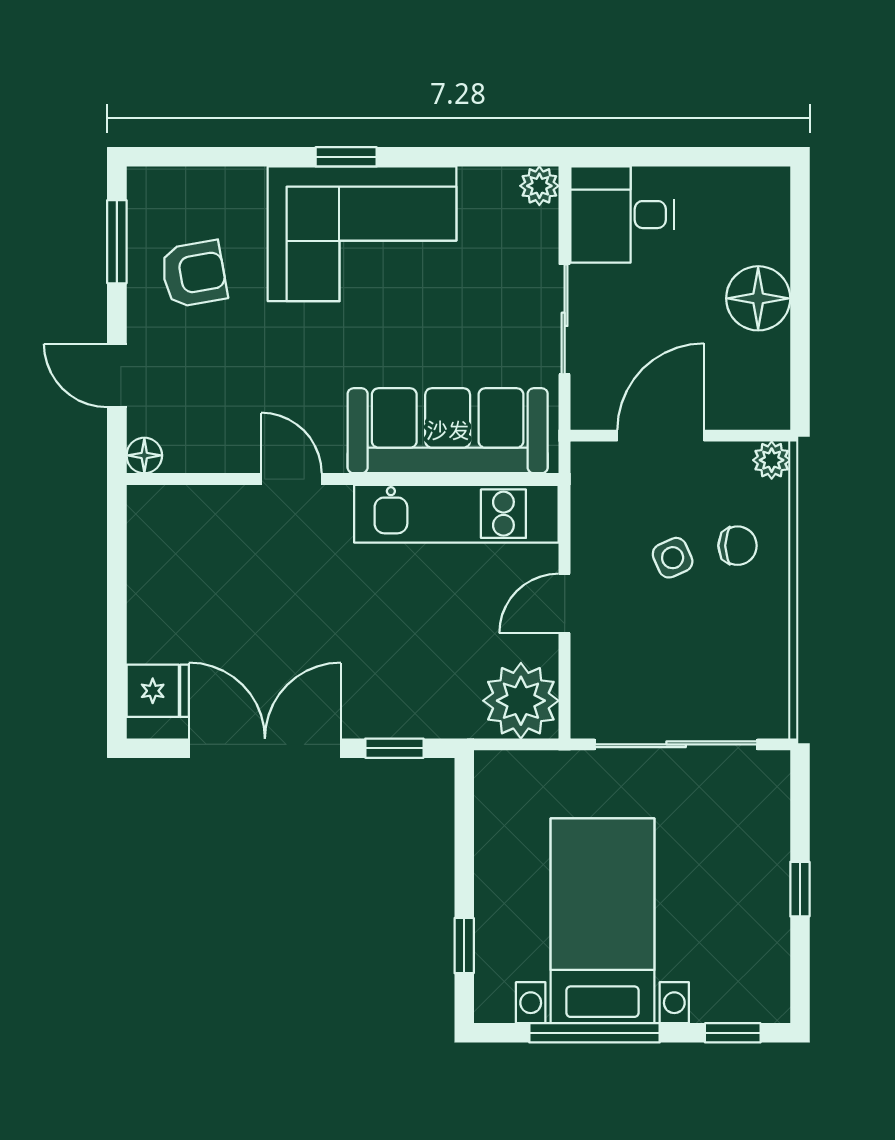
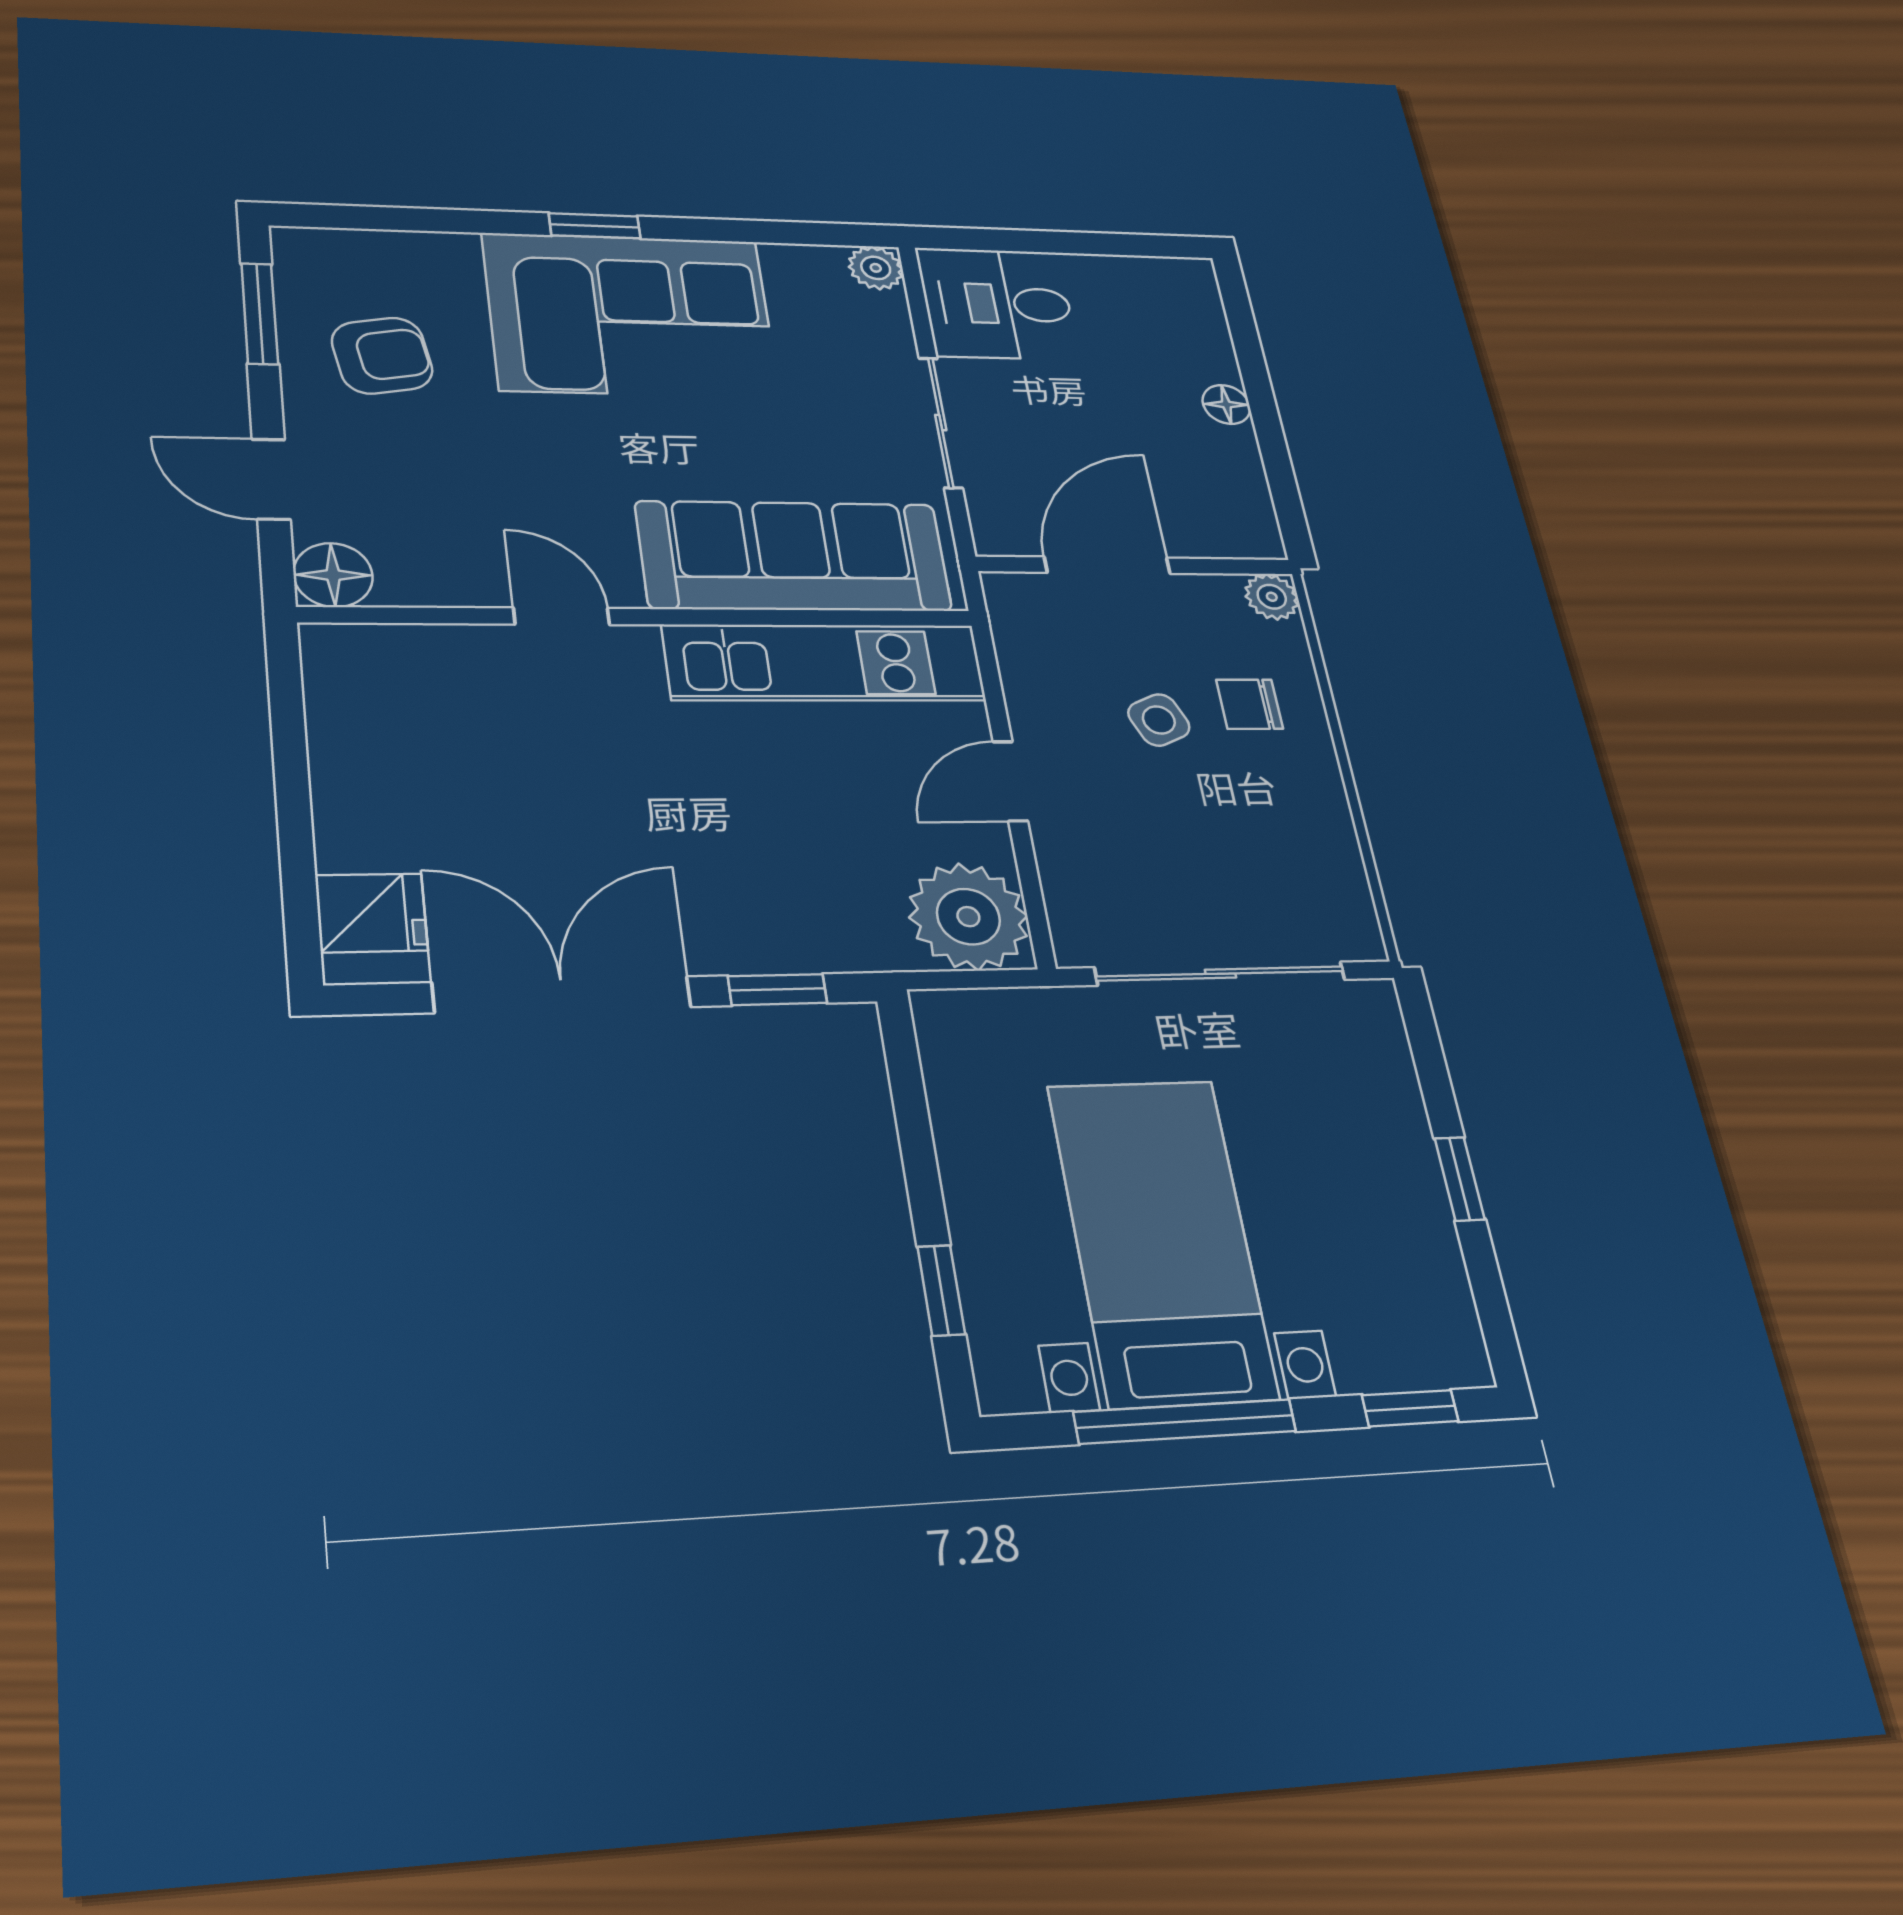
floor lamp: (758, 298) -> (1226, 404), width x0.53, depth x0.53
floor lamp: (144, 455) -> (333, 575), width x1.37, depth x1.37
chair: (738, 546) -> (1250, 704), turned 180

